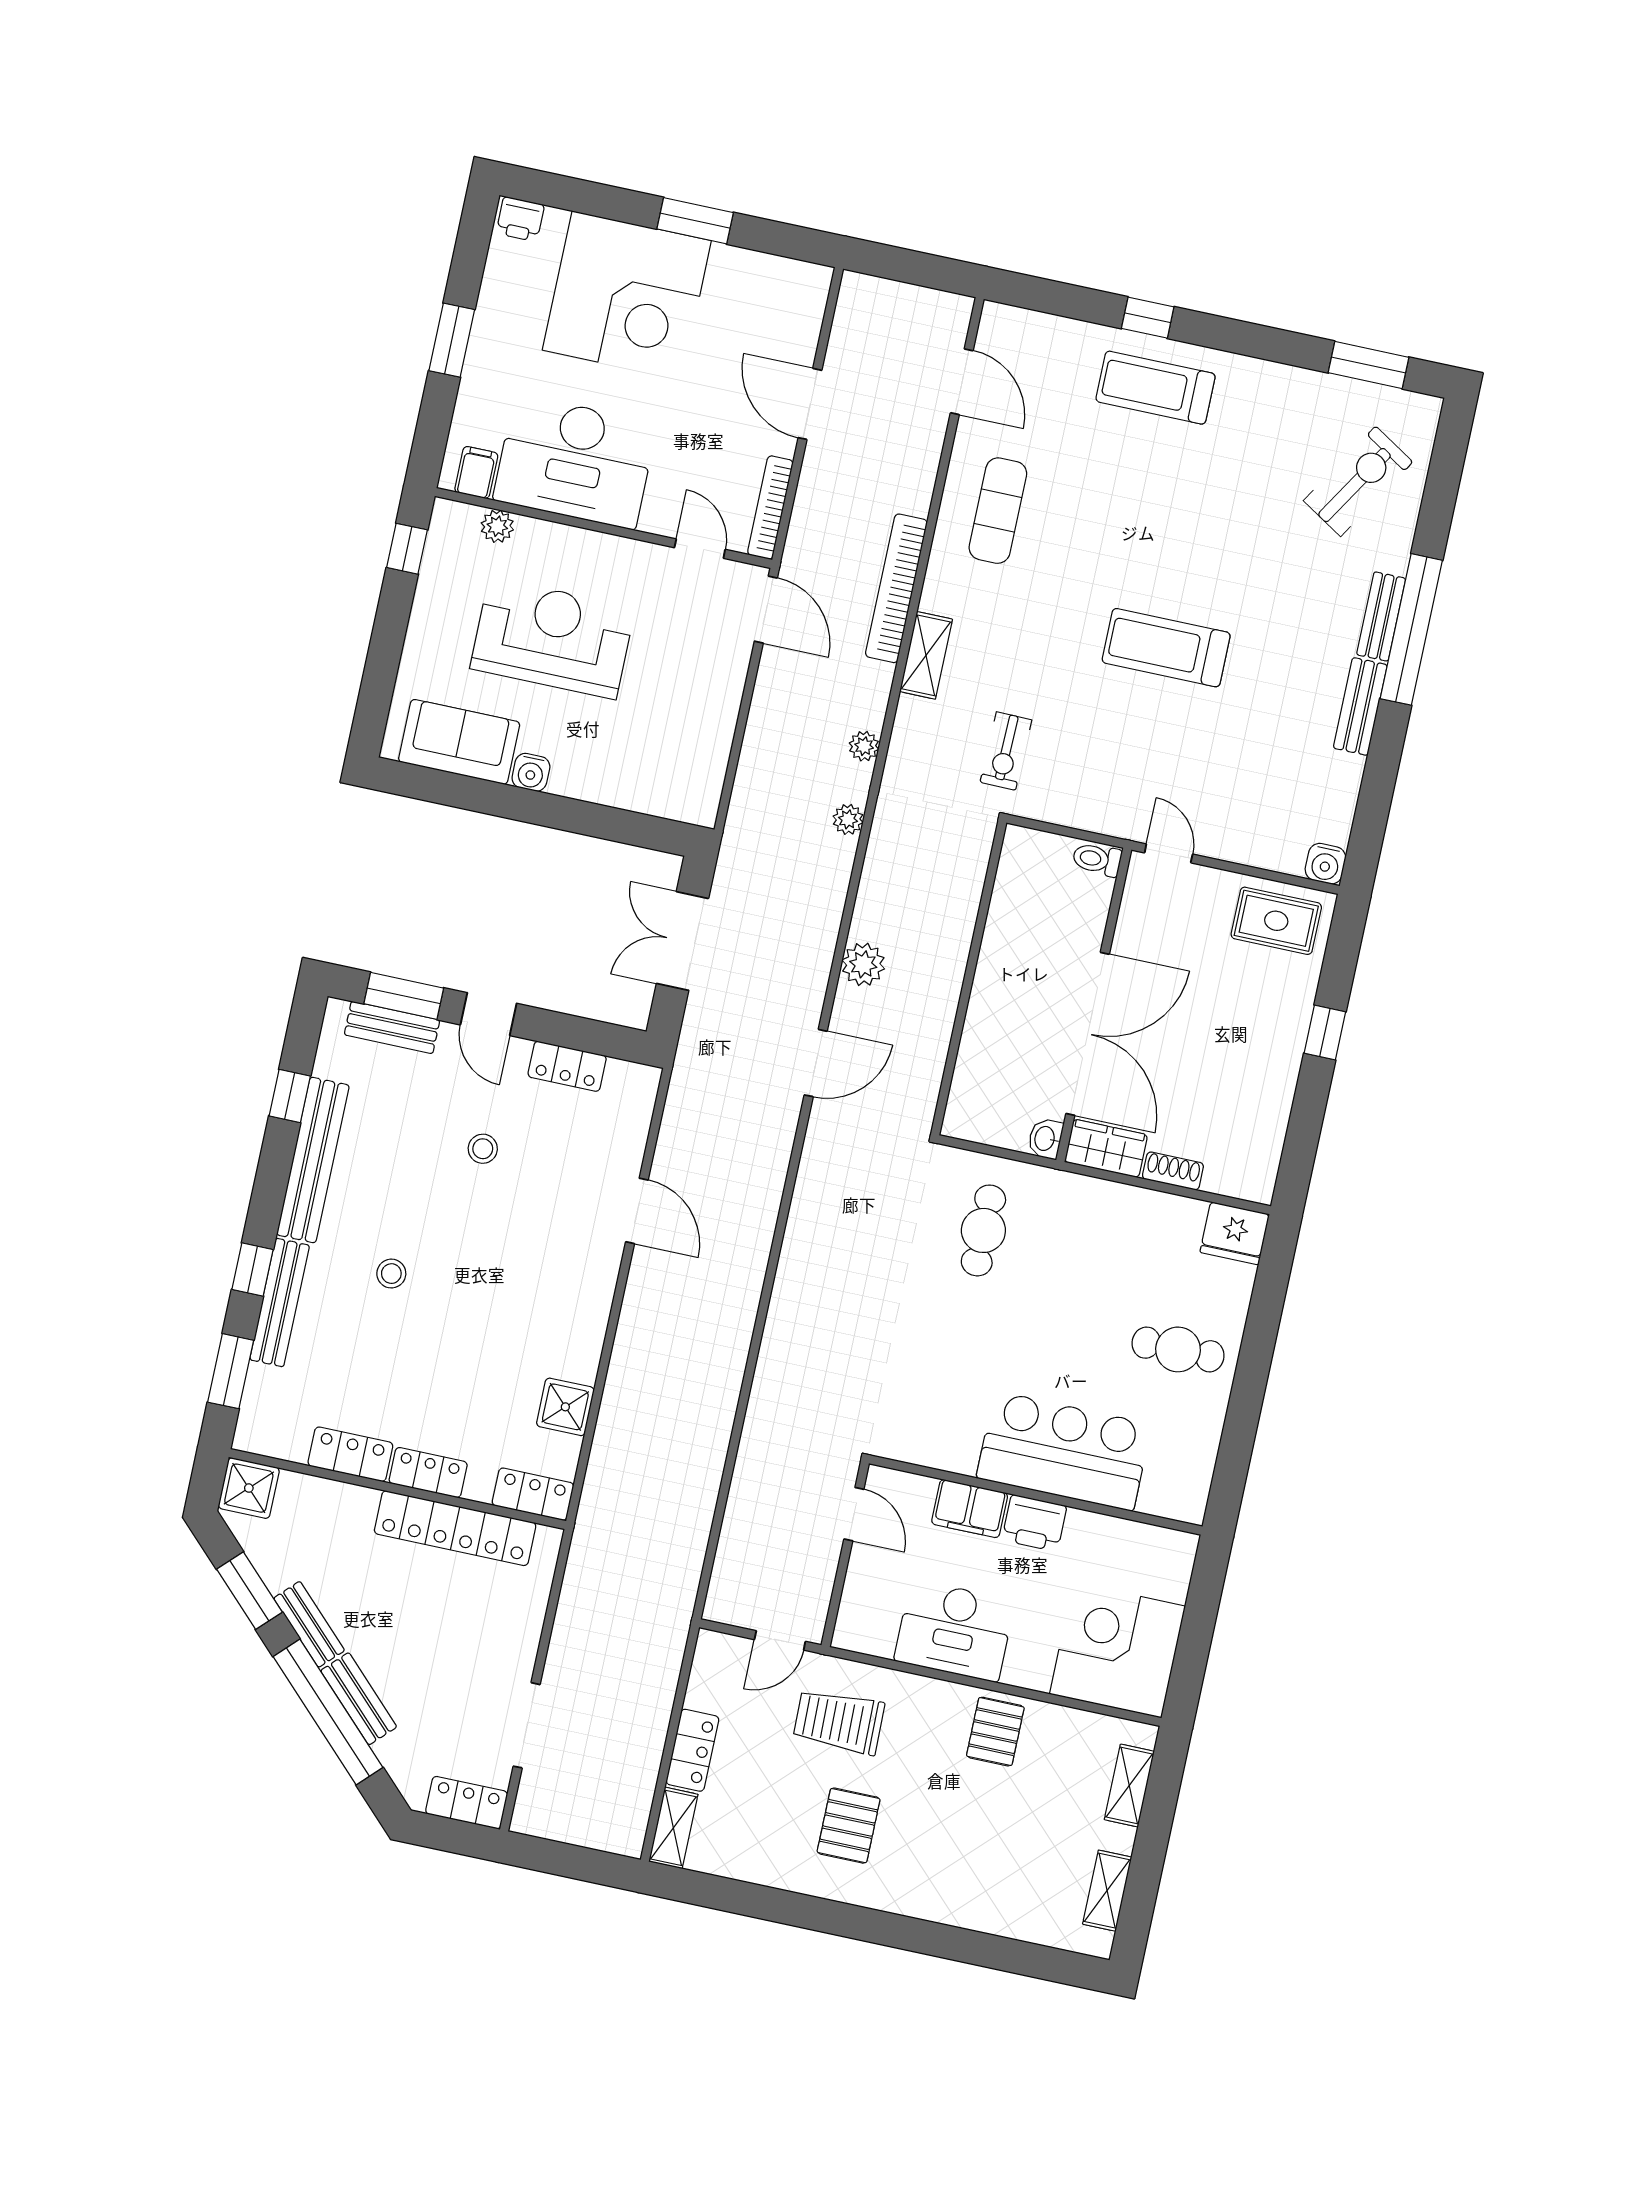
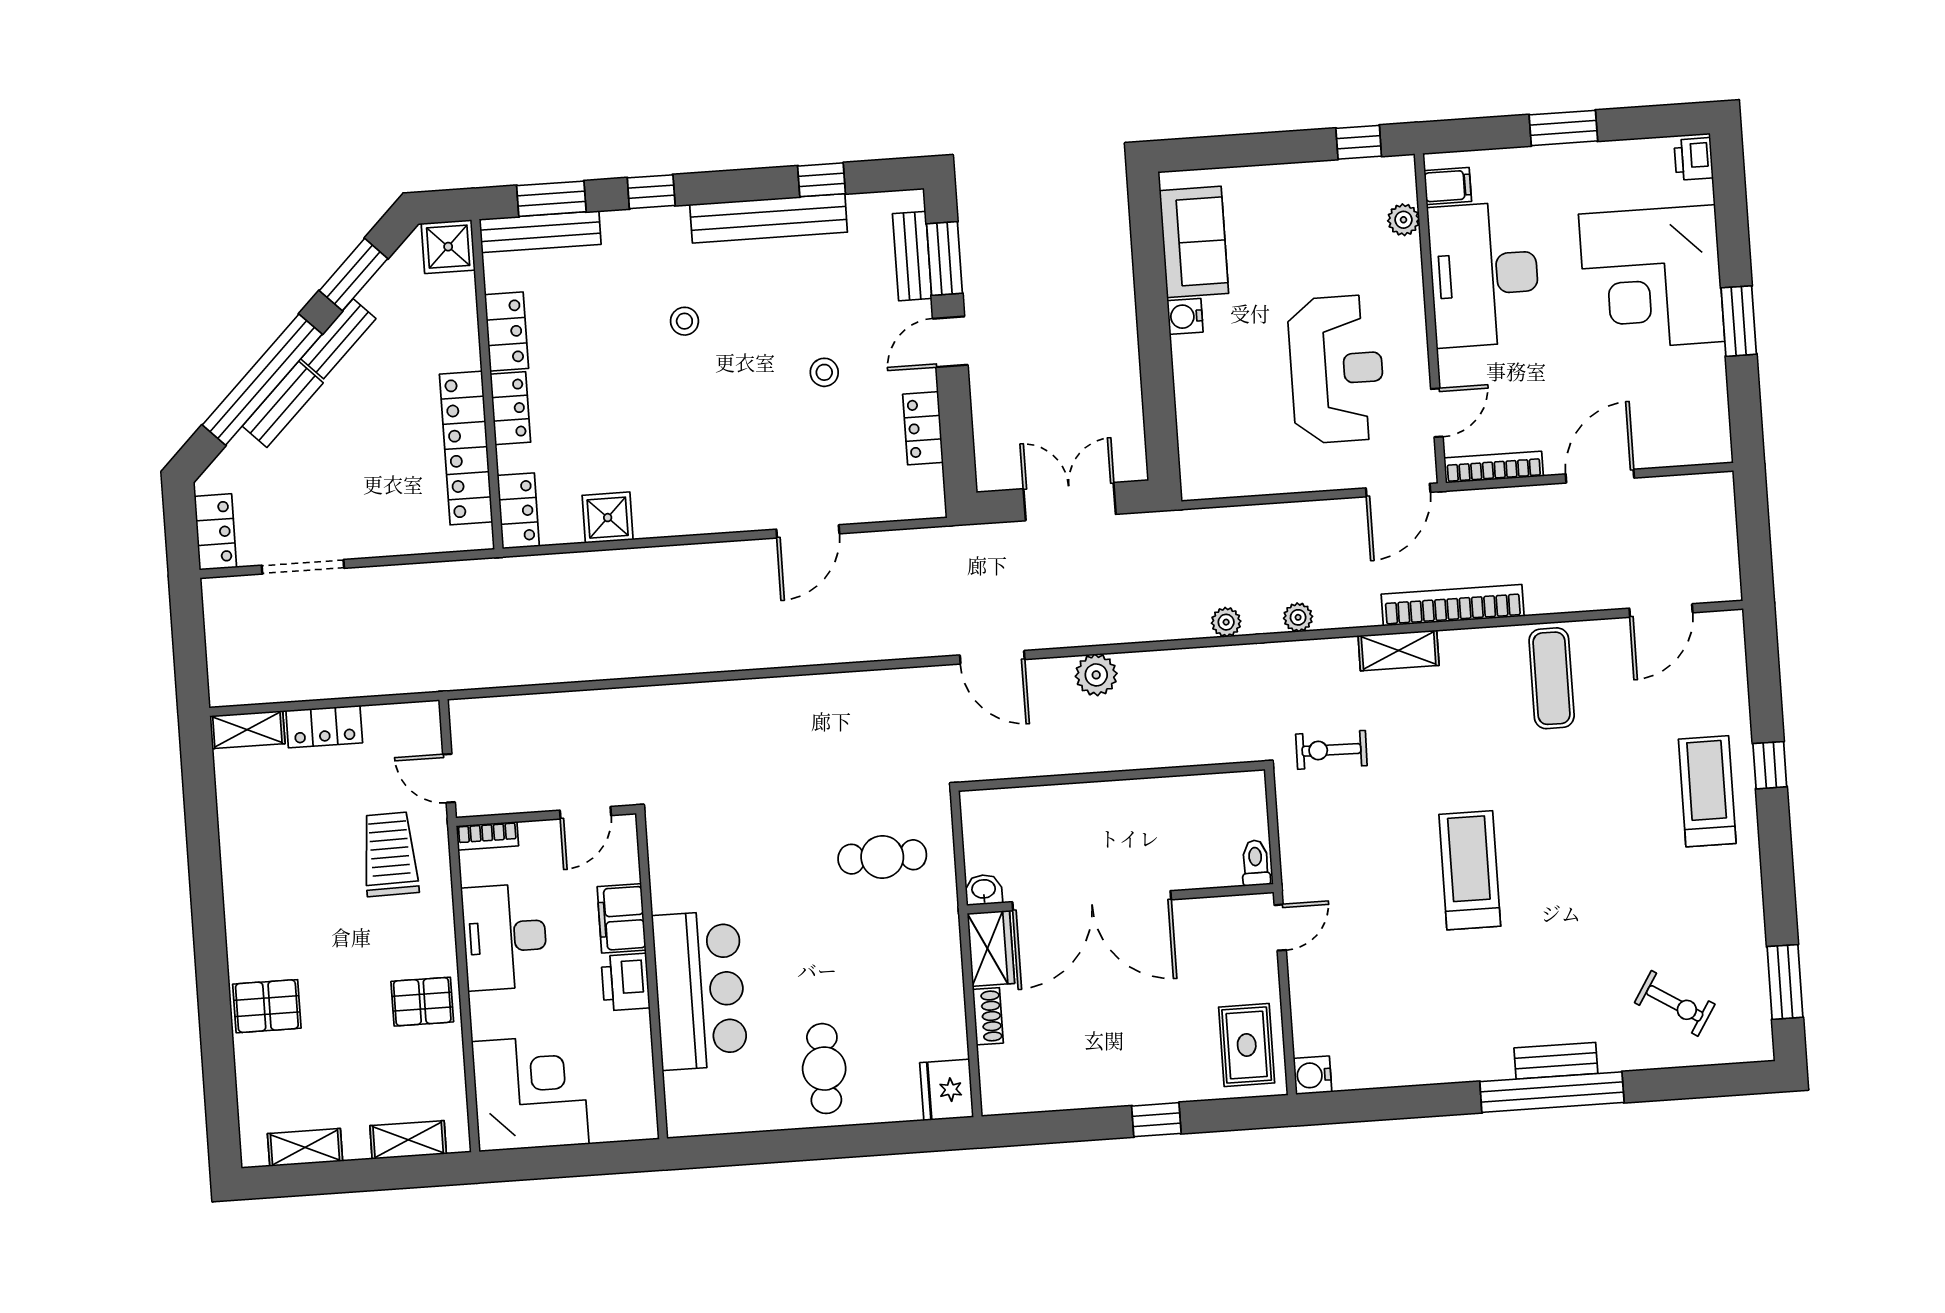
exercise bike: (1358, 481) -> (1675, 1003), width x0.73, depth x0.72
exercise mat: (998, 511) -> (1552, 678), turned 90
reception desk: (553, 638) -> (1337, 369), moved
bench: (1360, 706) -> (1467, 1065), removed
bench: (280, 1303) -> (540, 232), moved
bookcase: (848, 1619) -> (487, 836), added
pallet: (849, 1826) -> (267, 1006), moved

